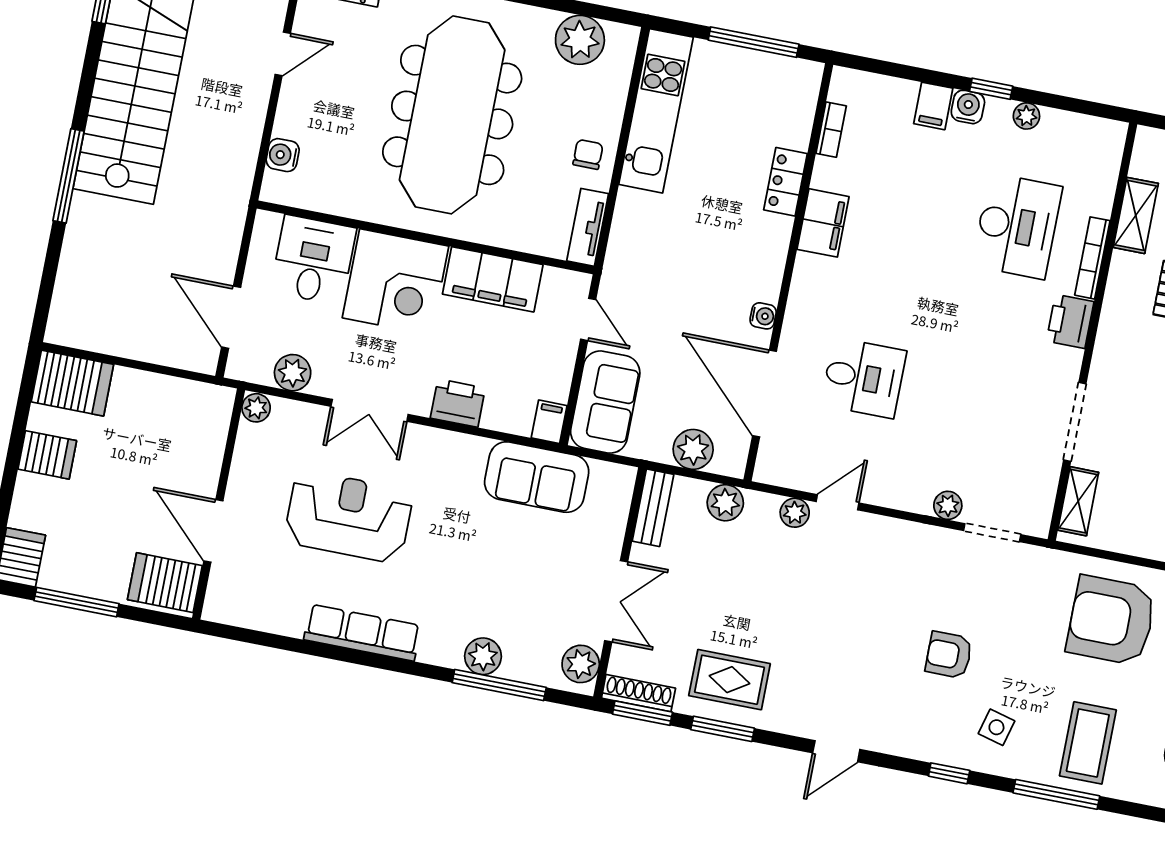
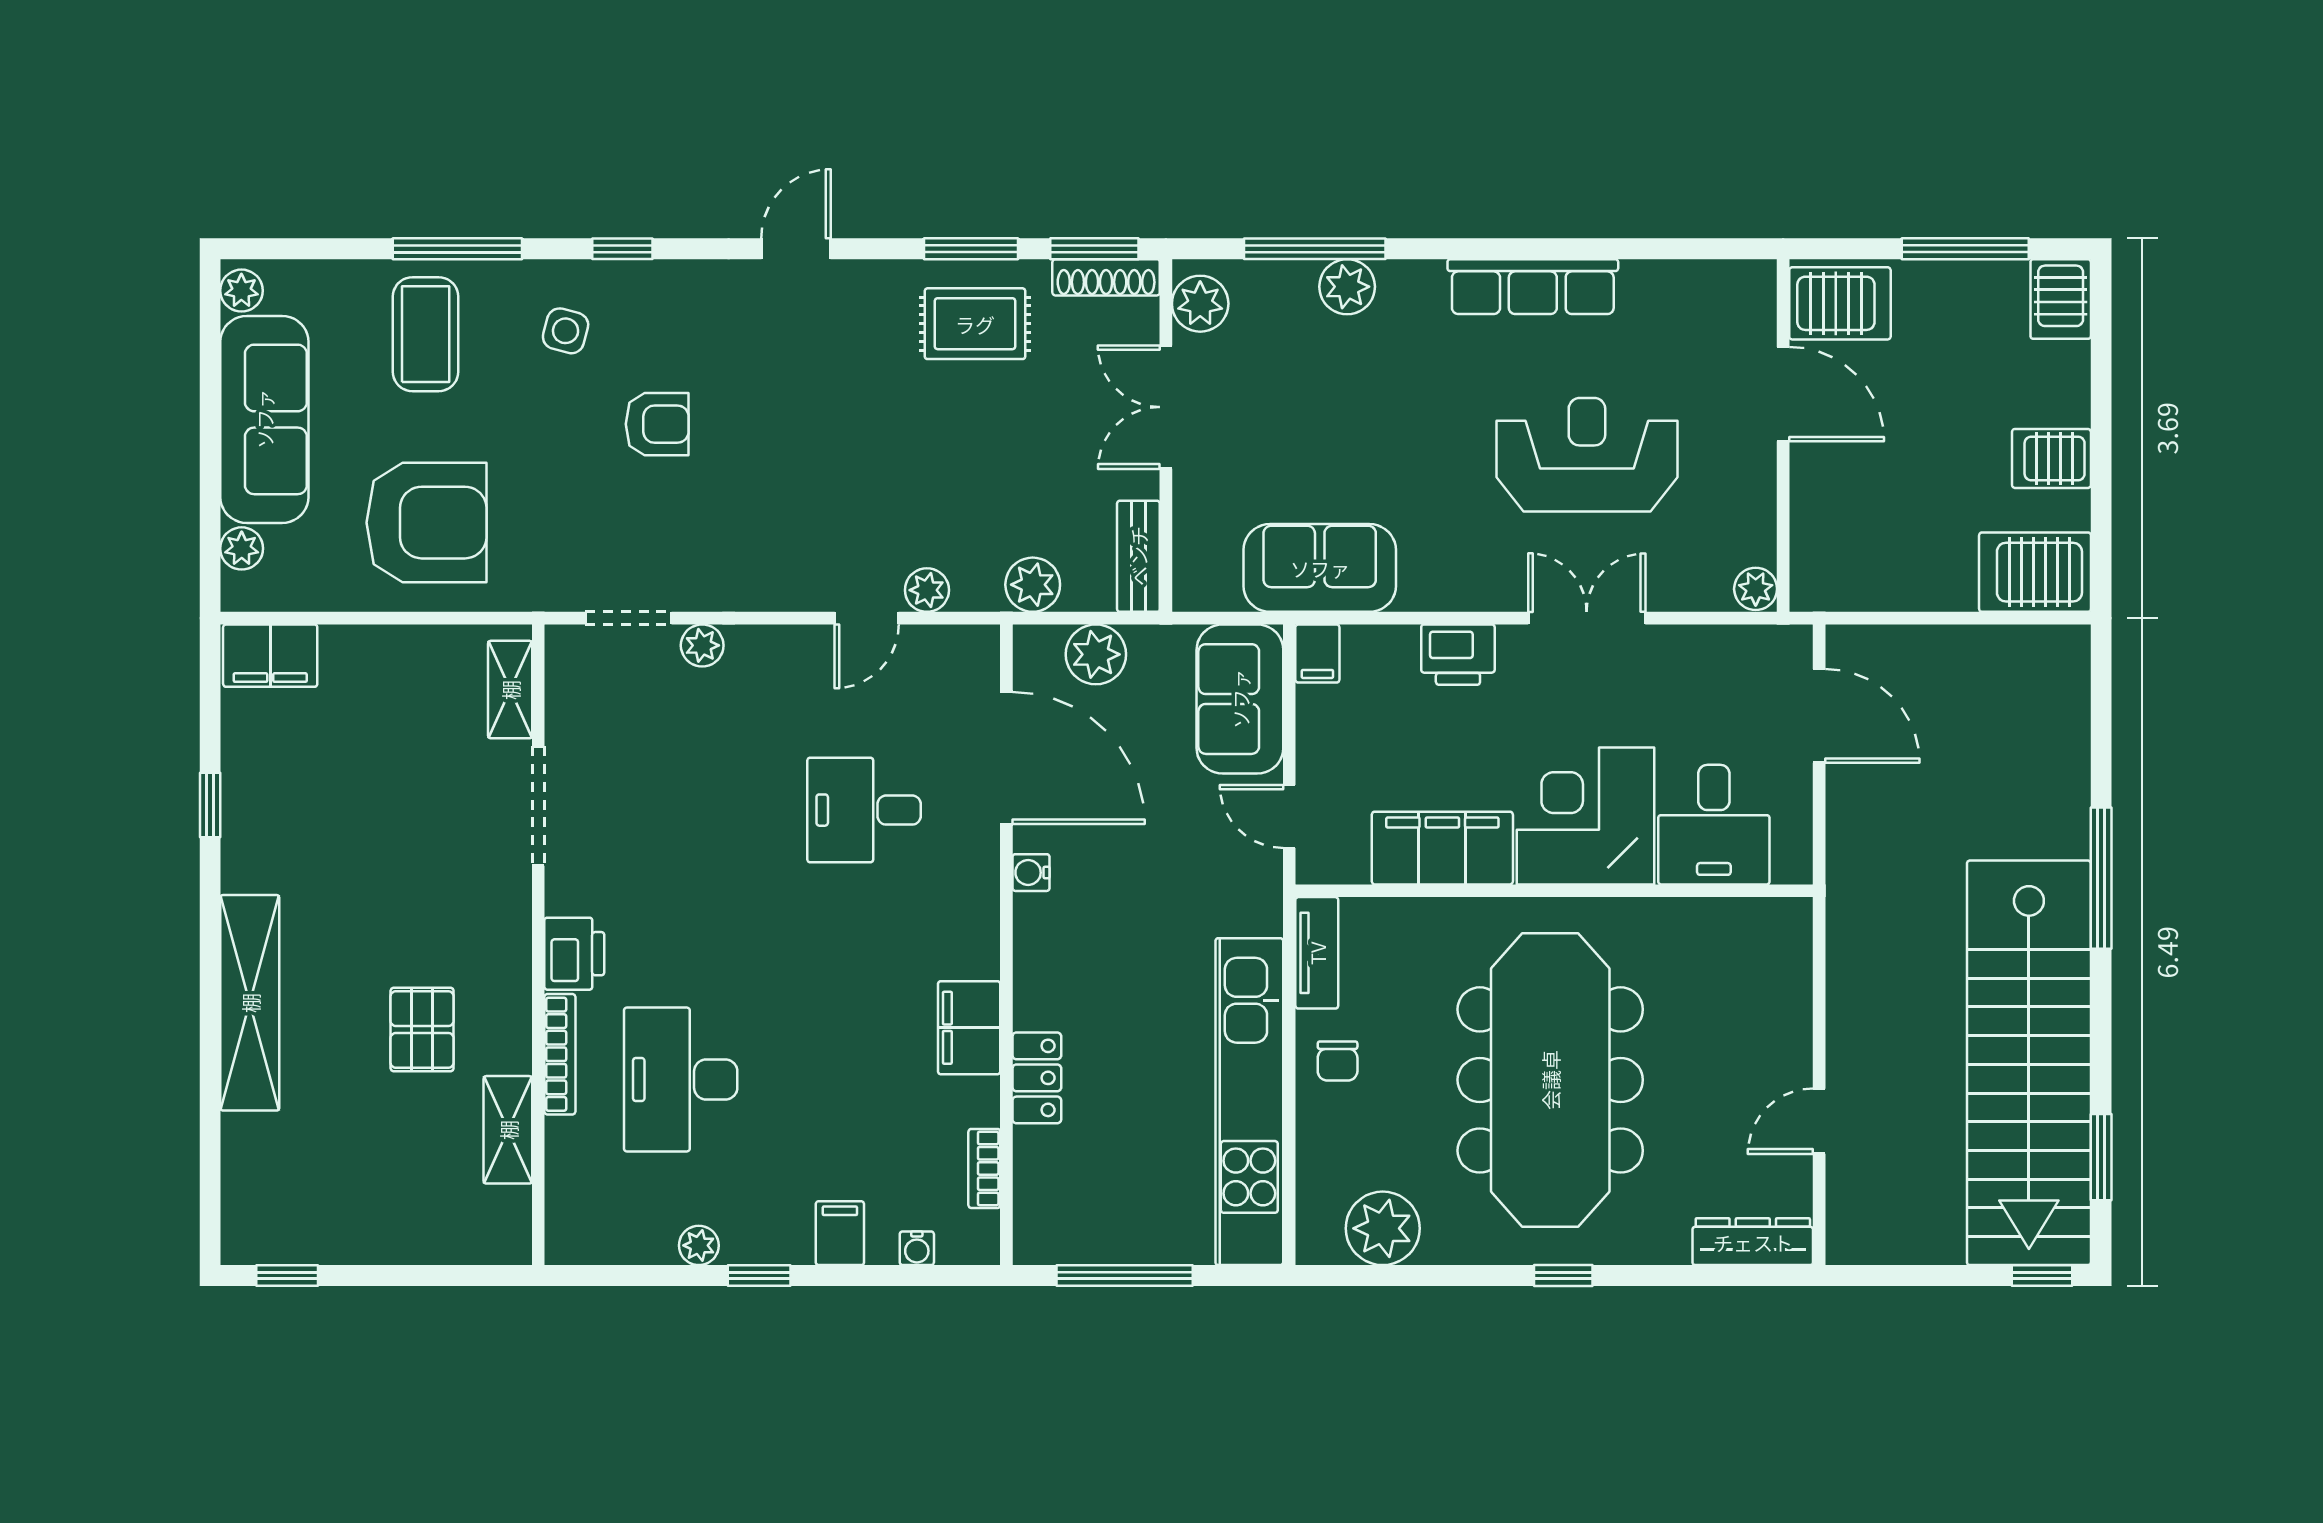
water cooler: (968, 107) -> (917, 1248), moved, width x0.72, depth x0.72
kitchen unit: (656, 111) -> (1249, 1102), width x1.36
water cooler: (283, 155) -> (1790, 971), removed
plant: (293, 373) -> (1712, 652), removed
reception desk: (349, 517) -> (1587, 455), turned 180

